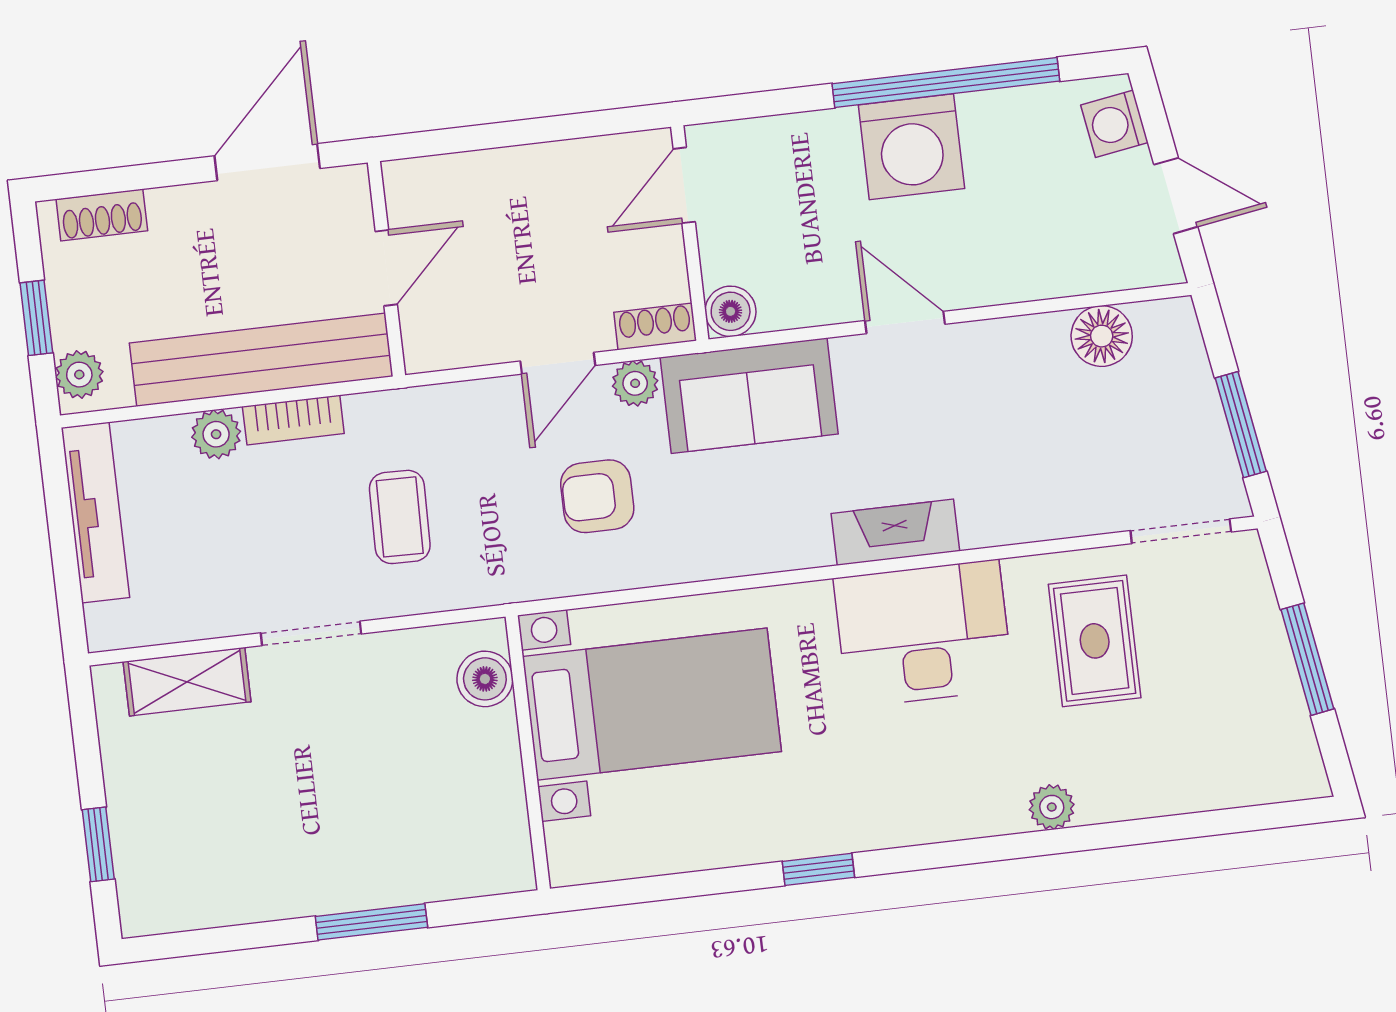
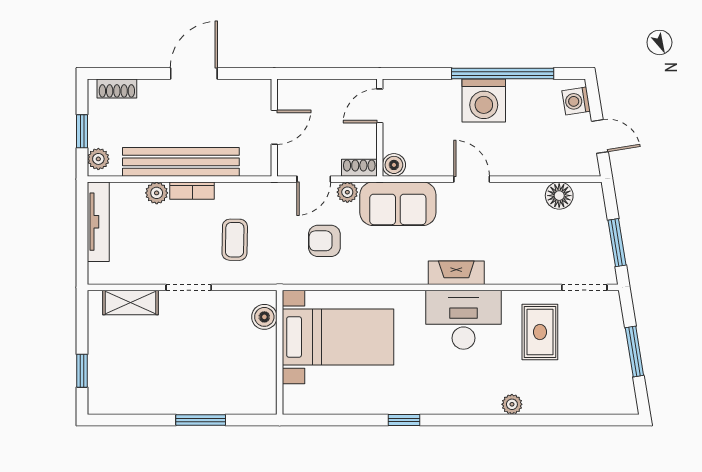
door: (386, 268) -> (274, 127), moved
wall: (386, 269) -> (274, 128), moved

